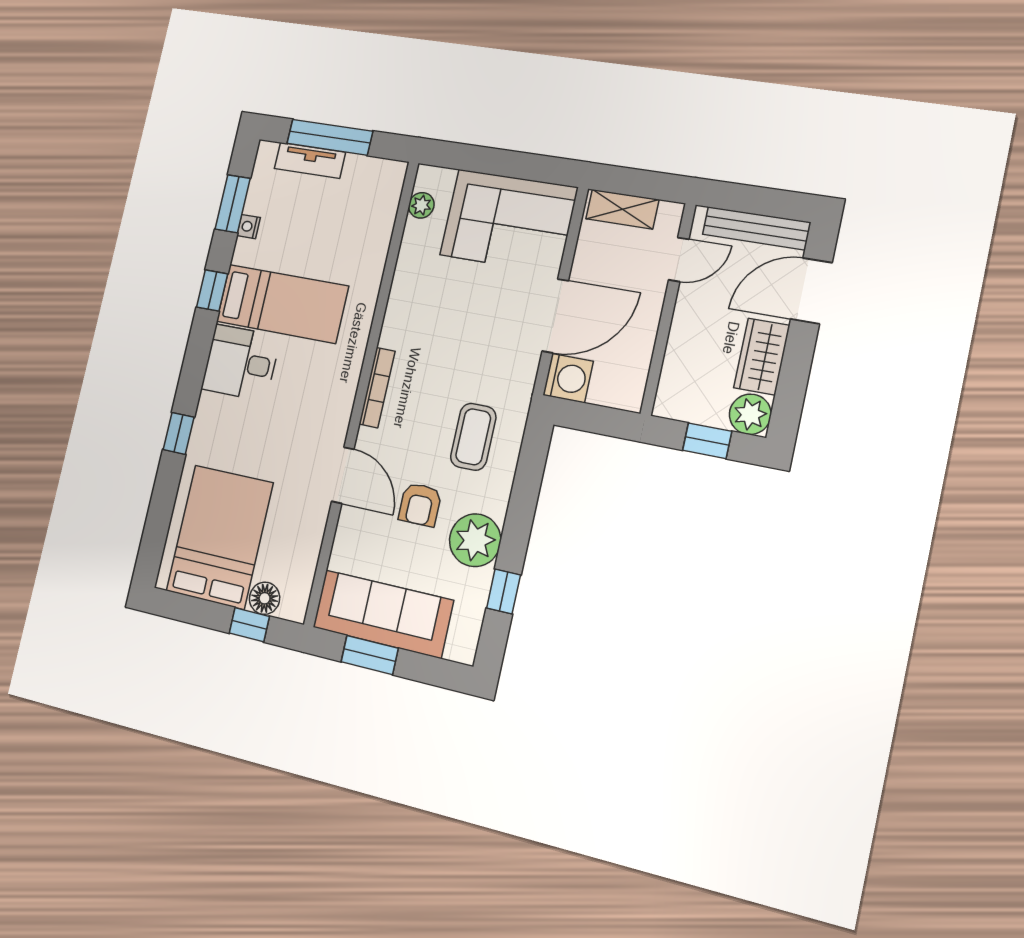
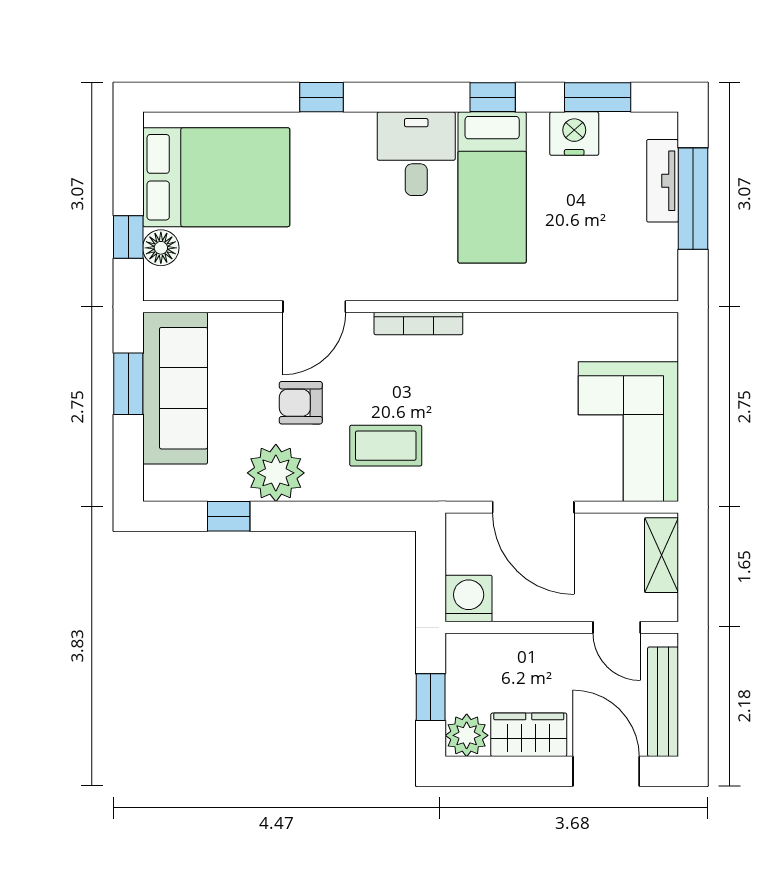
plant: (421, 205) -> (631, 327), removed
nightstand: (249, 227) -> (574, 134), width x1.89, depth x1.79
washing machine: (568, 378) -> (469, 599), moved, turned 180

